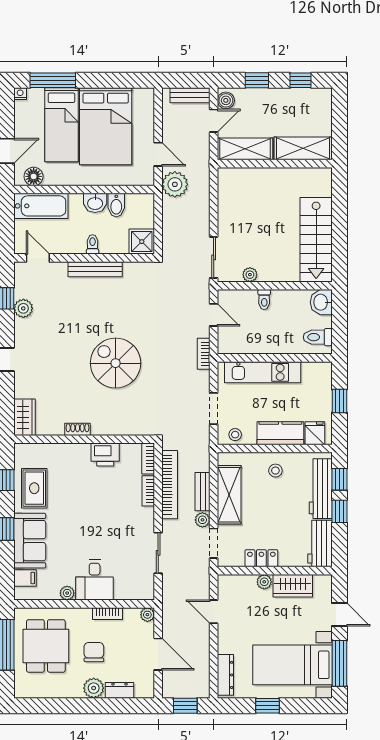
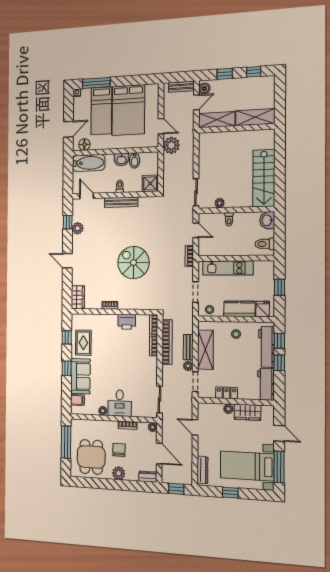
sliding door: (158, 553) -> (159, 399), moved
dining table: (46, 646) -> (91, 457), moved
dresser: (119, 690) -> (148, 477), moved

